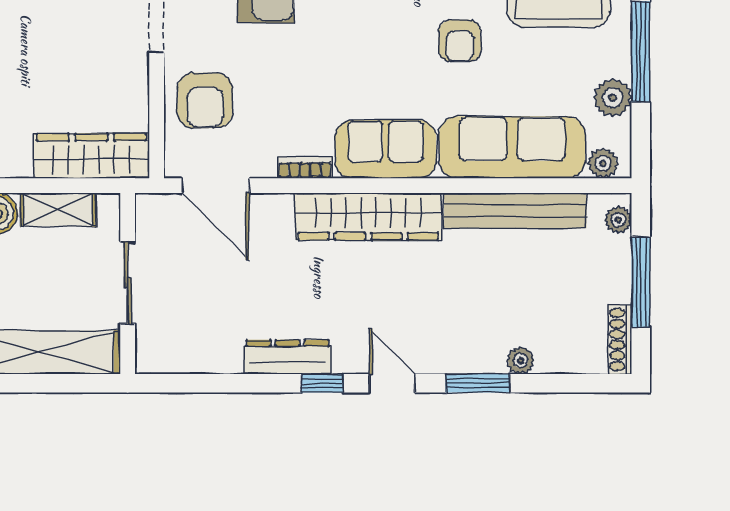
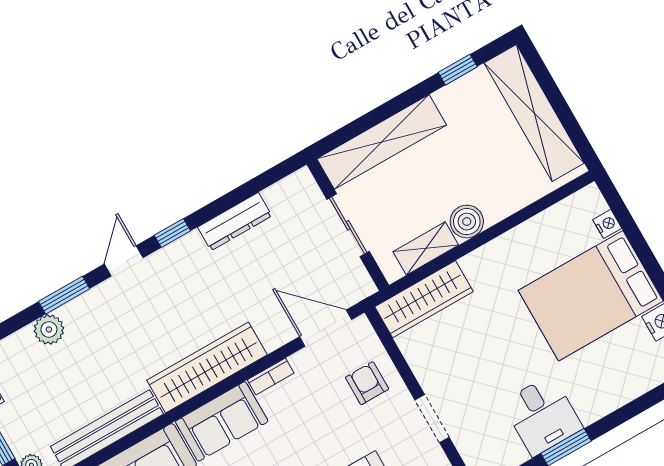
armchair: (205, 100) -> (367, 383), width x0.72, depth x0.72
dresser: (288, 357) -> (235, 221), moved
plant: (521, 361) -> (49, 329), width x1.38, depth x1.38
door: (392, 383) -> (124, 261), swing flipped

